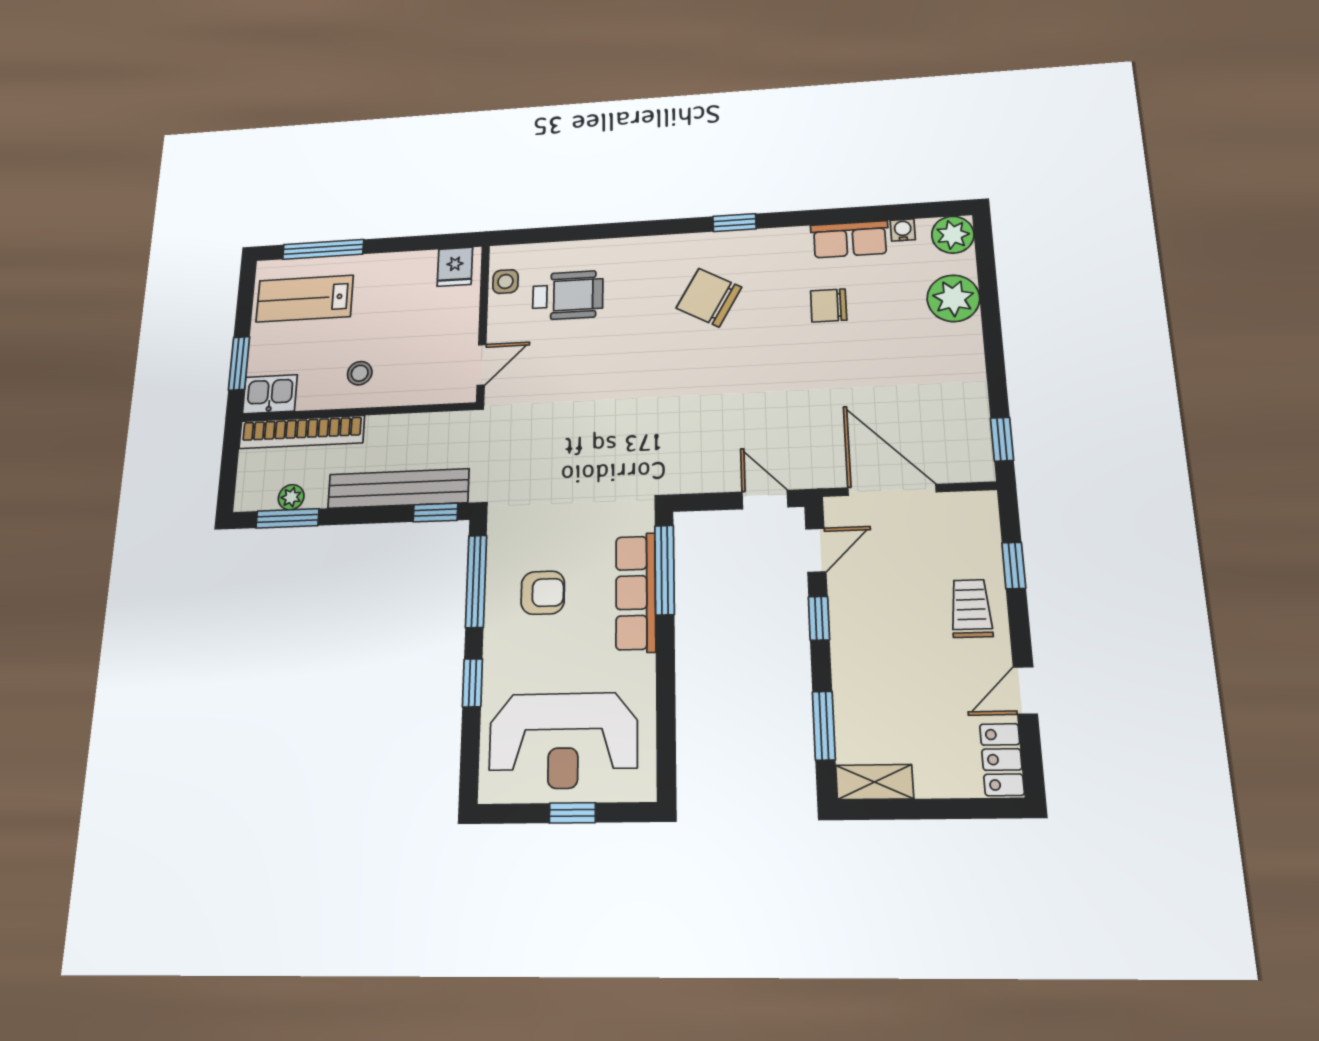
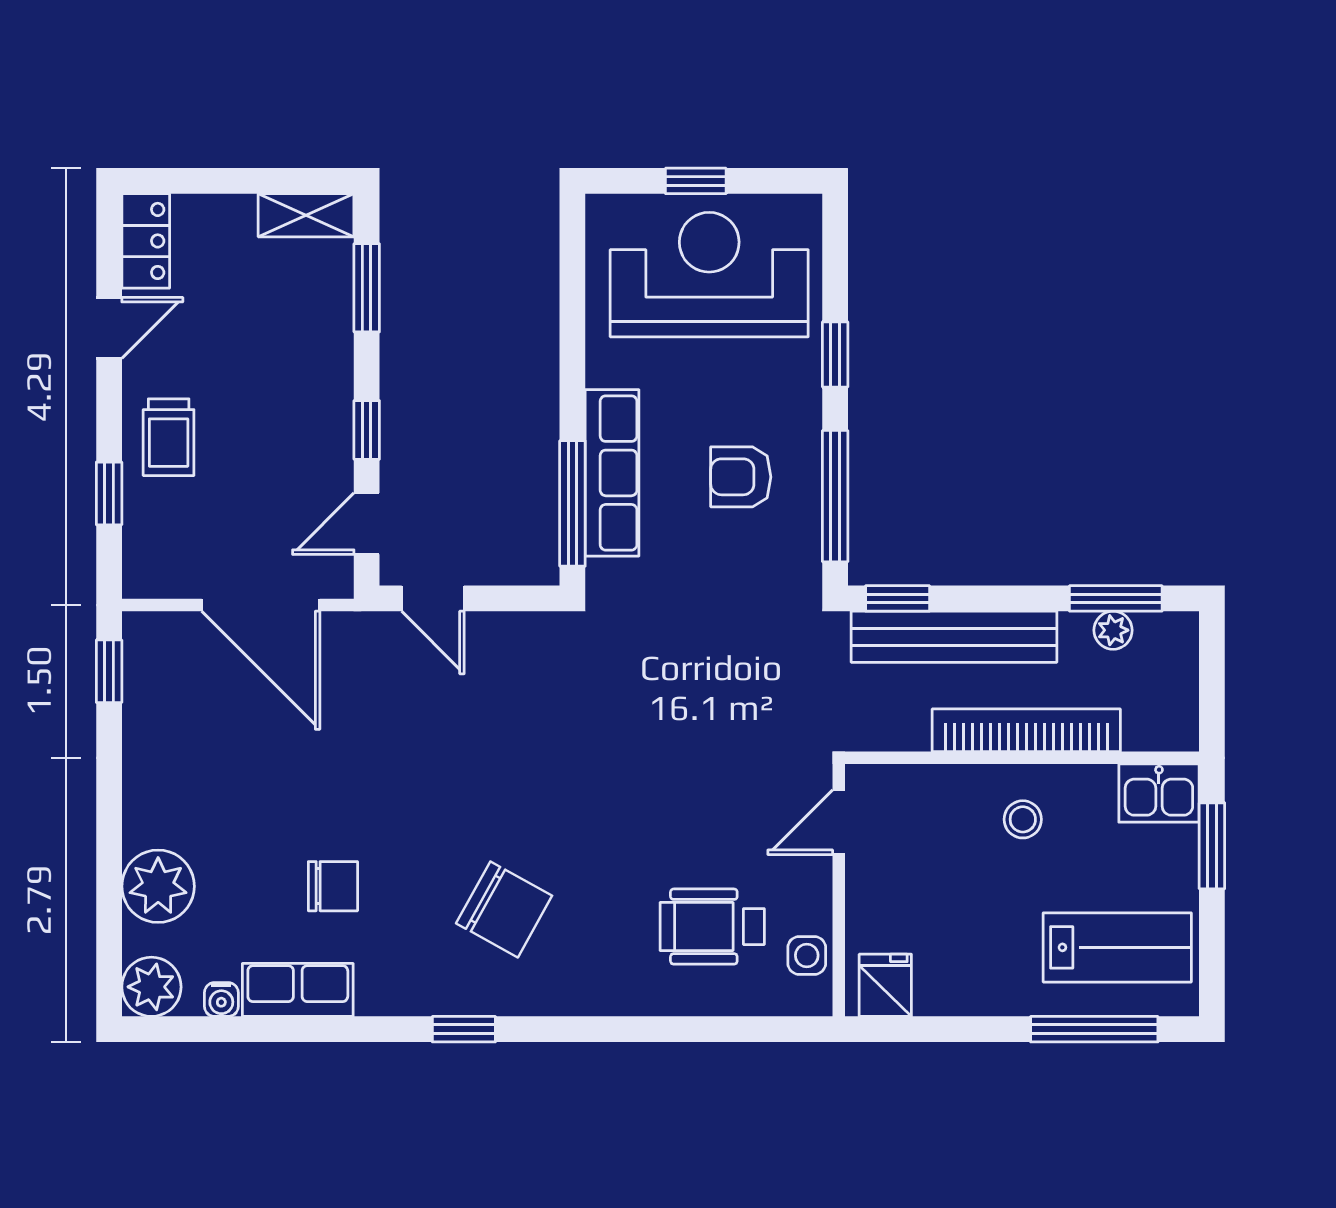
bookcase: (302, 432) -> (1026, 730), moved

